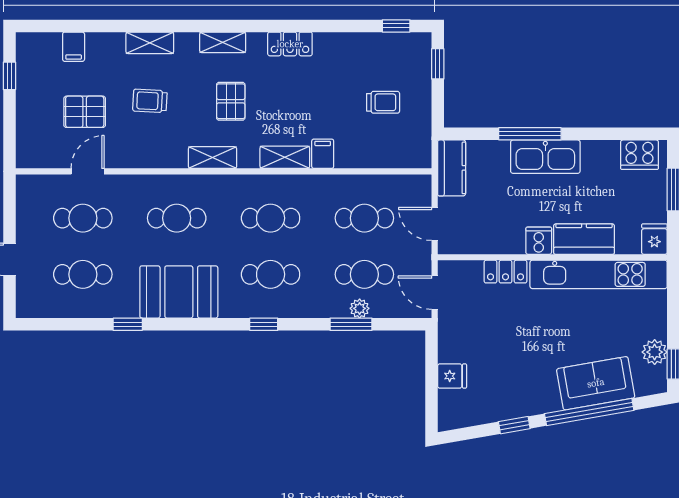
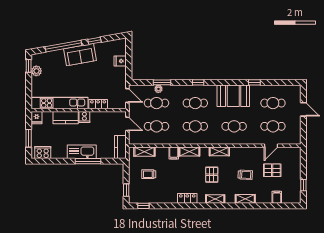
shelving: (393, 157) -> (144, 152), added
sofa: (596, 383) -> (80, 55), moved

